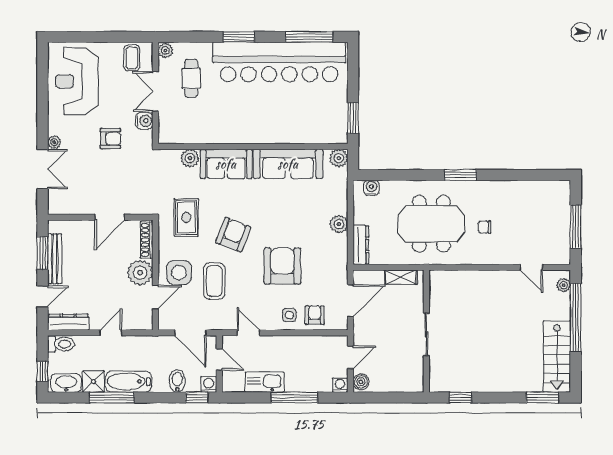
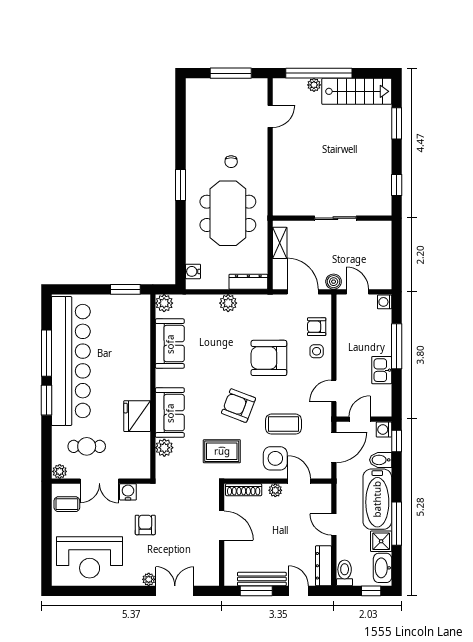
window: (309, 37) -> (46, 353), moved
fridge: (222, 130) -> (137, 416), added
sofa: (288, 164) -> (170, 344), width x0.73
plant: (140, 273) -> (275, 490), width x0.53, depth x0.53
plant: (564, 285) -> (314, 85), moved
bathtub: (129, 382) -> (377, 499), width x1.36, depth x1.36
kitchen sink: (265, 382) -> (382, 370), width x0.73
boiler: (361, 382) -> (334, 282), moved
window: (542, 398) -> (397, 123), moved

